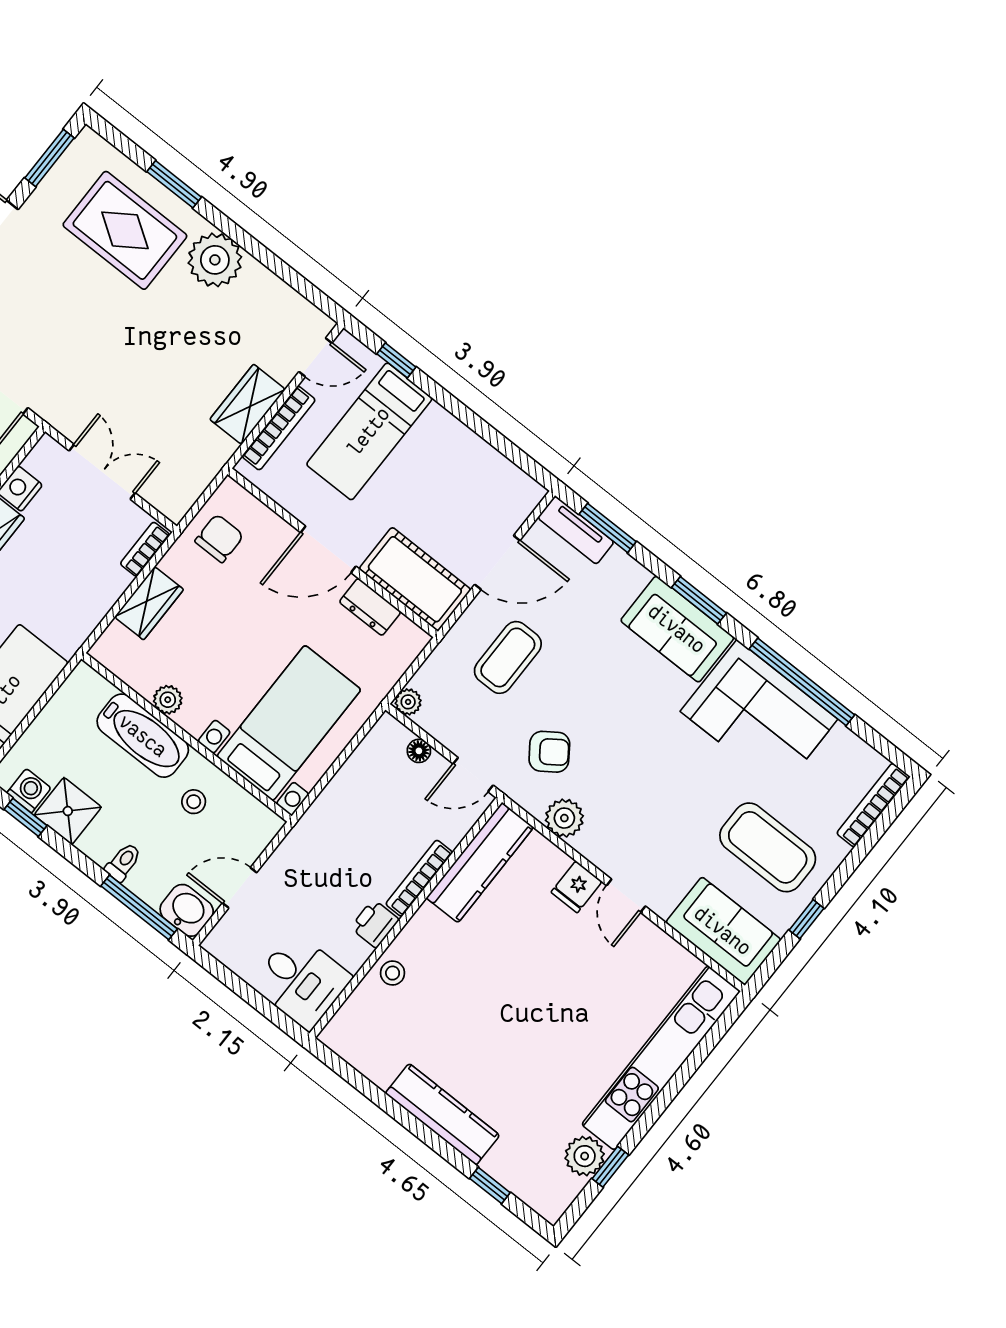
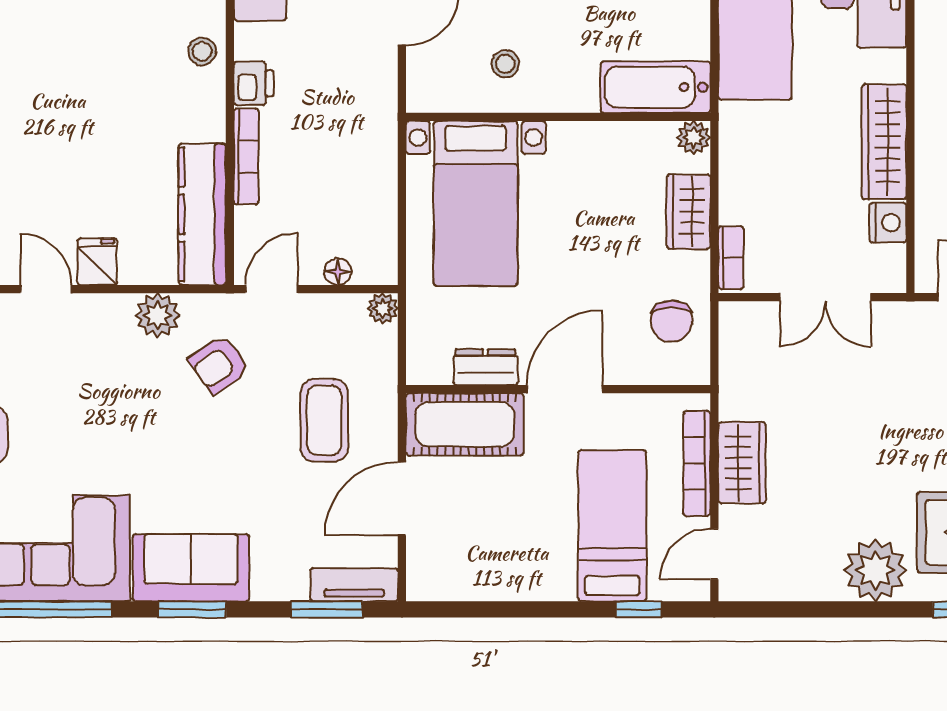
plant: (168, 700) -> (694, 138), moved
bathtub: (143, 736) -> (656, 87), moved

